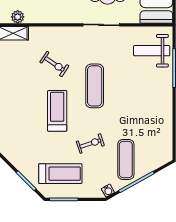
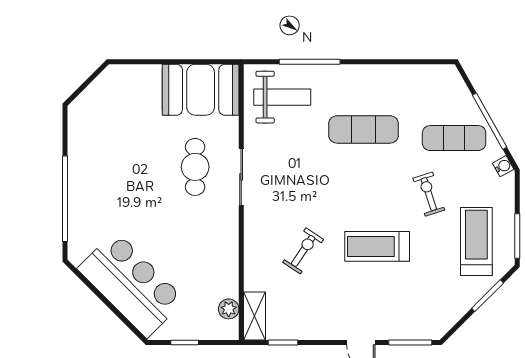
weight bench: (152, 51) -> (282, 97), turned -90
exercise mat: (95, 86) -> (363, 129), moved

